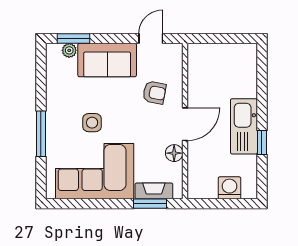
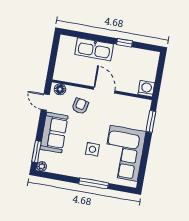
plant: (69, 50) -> (42, 166), moved
kitchen sink: (244, 126) -> (94, 49), moved
floor lamp: (174, 153) -> (60, 89), moved
washing machine: (229, 188) -> (146, 89), moved, turned 90
fireplace: (154, 191) -> (143, 118), removed

